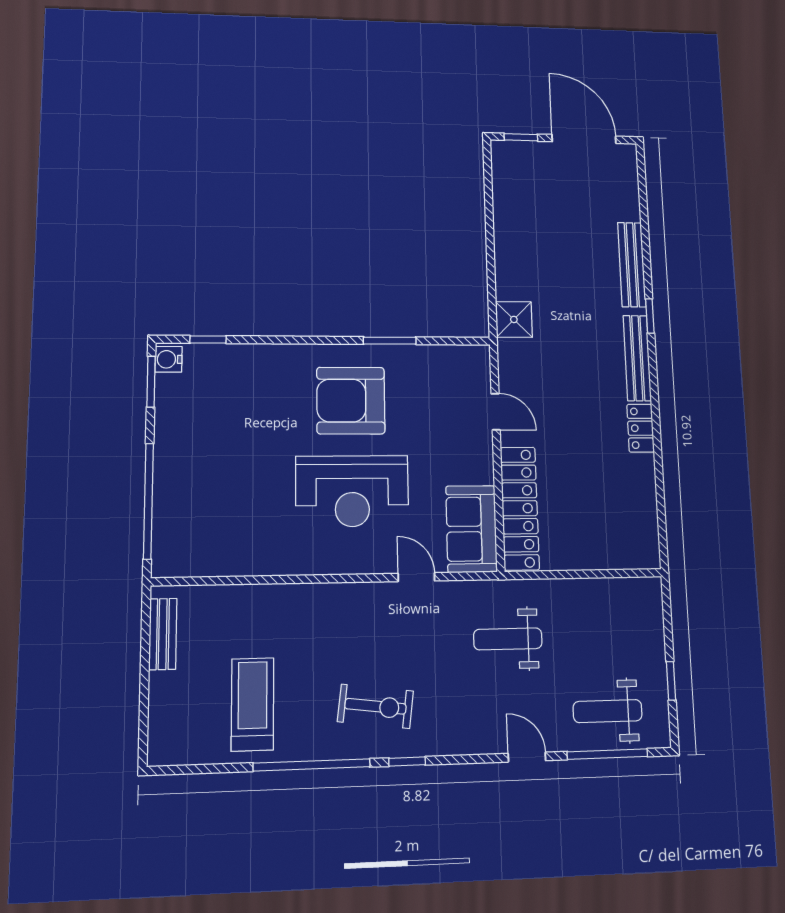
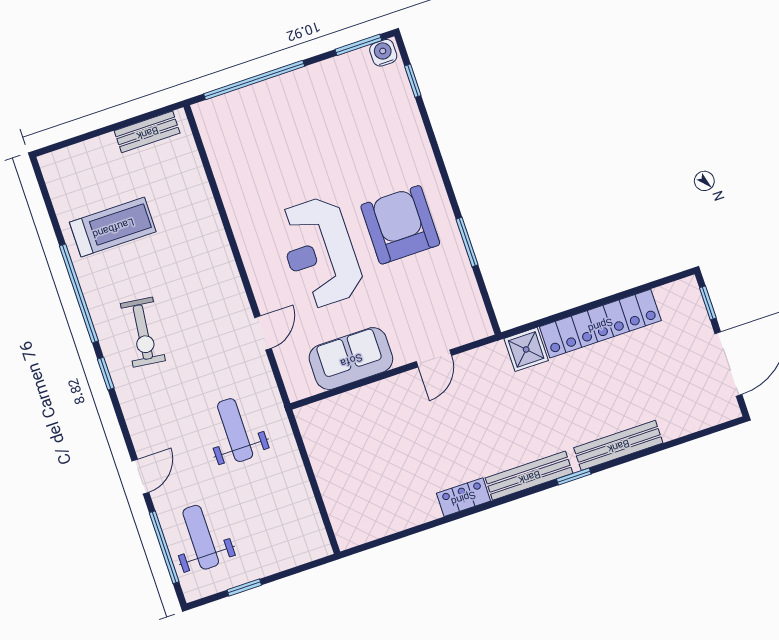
locker: (520, 508) -> (600, 324), moved
sofa: (471, 529) -> (351, 359), moved

